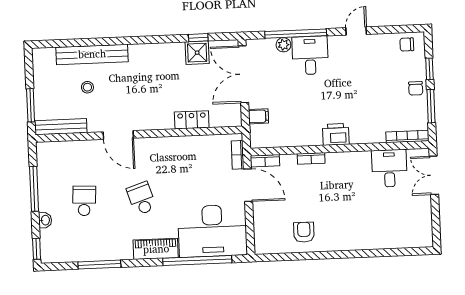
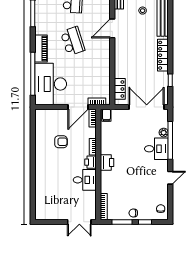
door: (356, 31) -> (170, 178), hinge flipped
locker: (158, 51) -> (163, 55), added
shower: (197, 53) -> (161, 79), removed
filing cabinet: (258, 116) -> (106, 115), moved
locker: (192, 120) -> (120, 89), moved
printer: (336, 161) -> (91, 162), added
desk: (389, 168) -> (85, 180), moved
double door: (434, 175) -> (79, 222), swing flipped
school desk: (142, 198) -> (73, 41), width x1.85
armchair: (304, 232) -> (61, 142), moved

